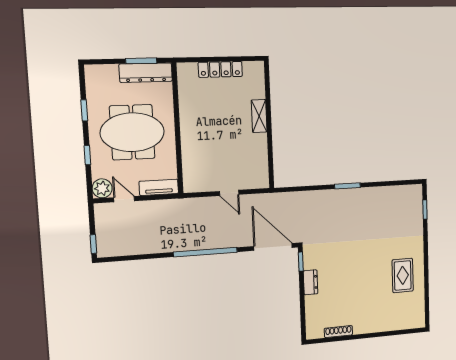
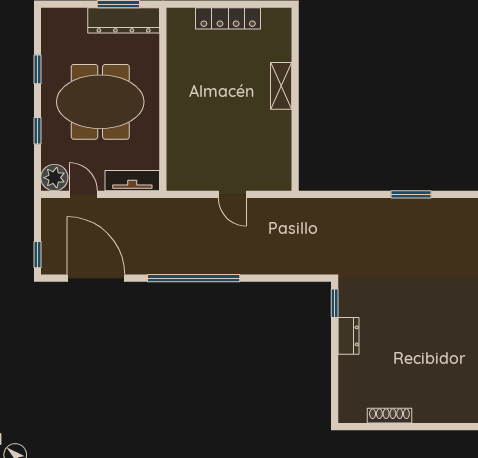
door: (273, 247) -> (96, 278), moved

